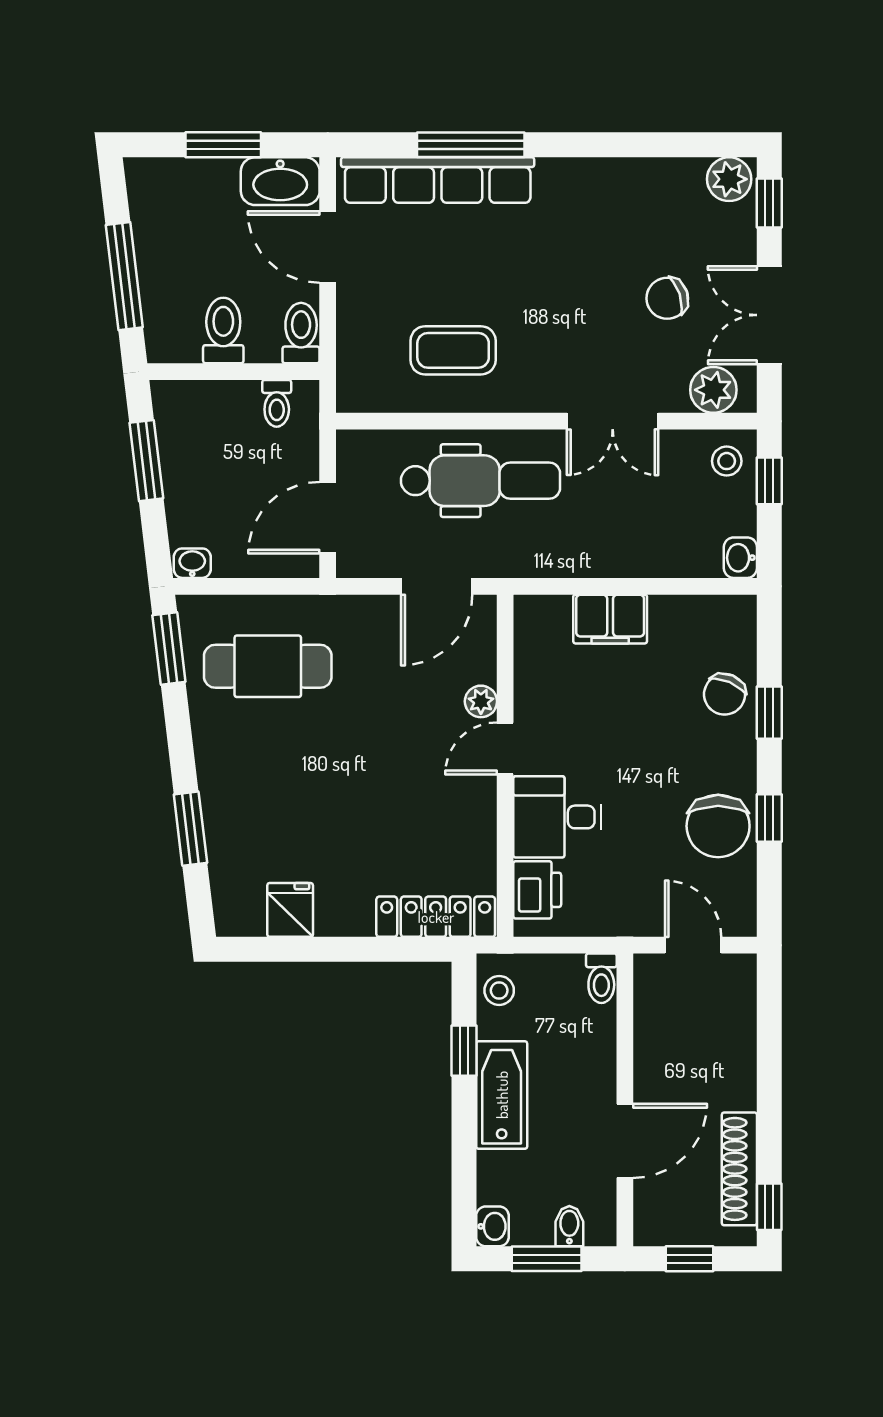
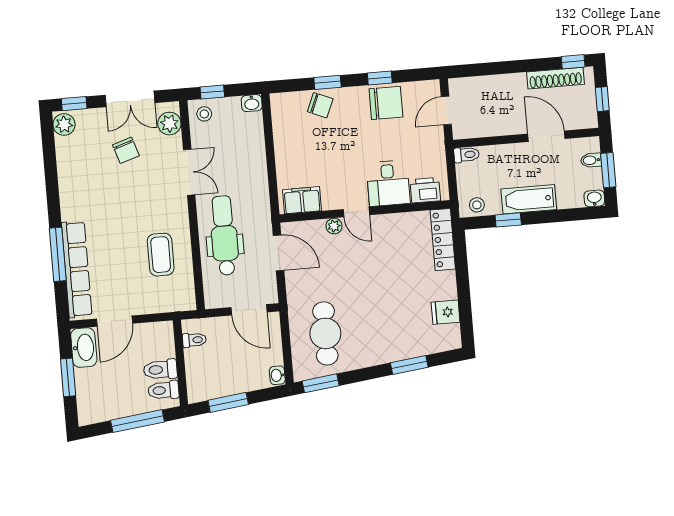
toilet: (301, 333) -> (163, 390), moved
filing cabinet: (610, 619) -> (302, 200), moved, turned -90

